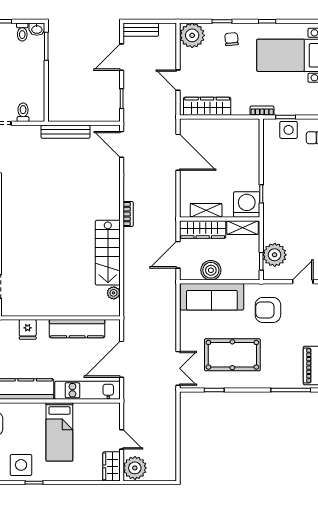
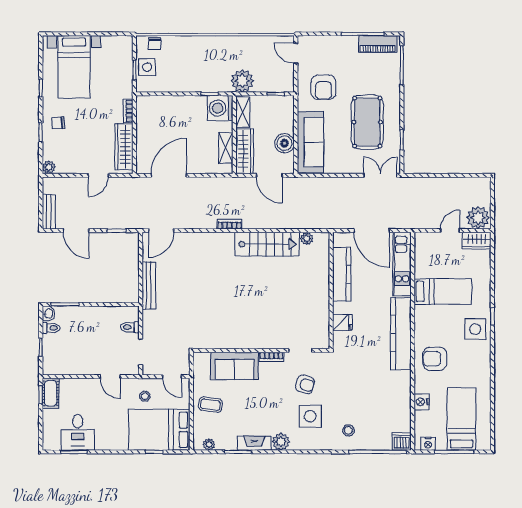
plant: (192, 35) -> (49, 167), width x0.53, depth x0.53
bookcase: (262, 111) -> (128, 111), moved
plant: (275, 255) -> (242, 81), moved

